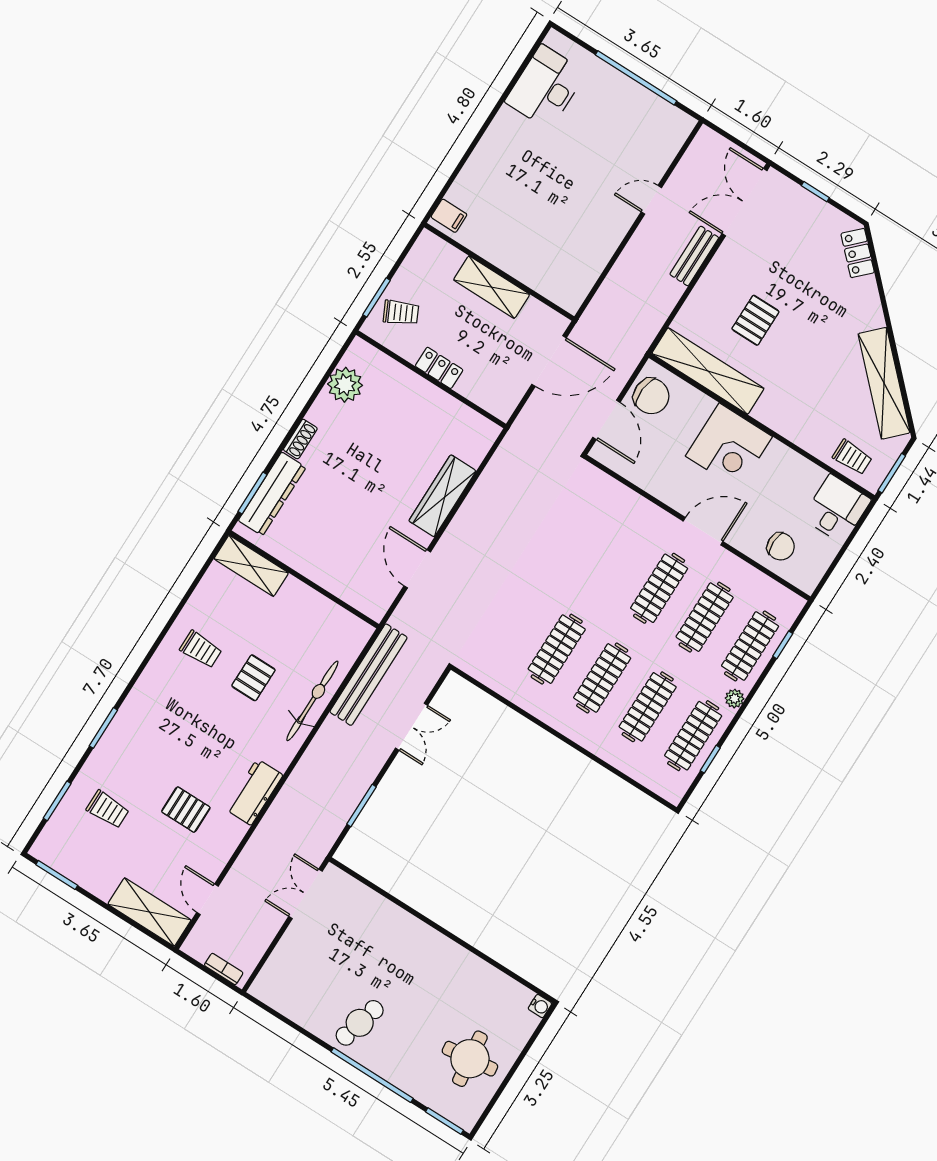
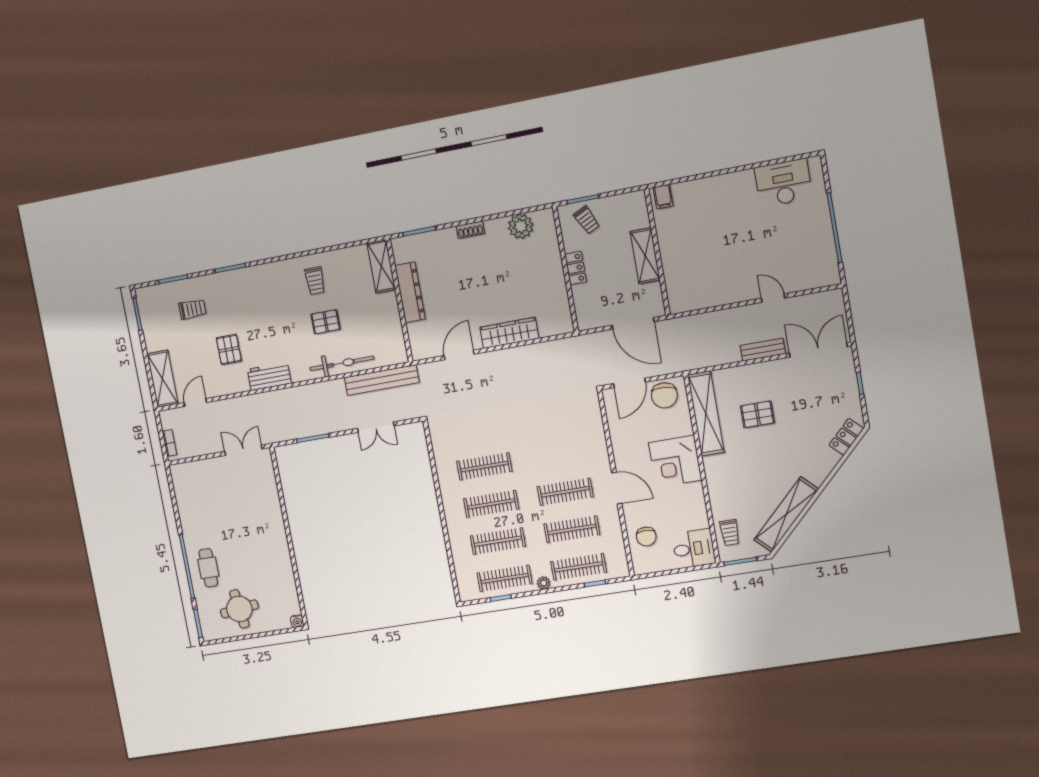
dresser: (272, 494) -> (410, 292), moved, turned -90
trolley: (108, 809) -> (193, 309), turned -90
cafe table: (360, 1023) -> (208, 568), moved, turned 75

